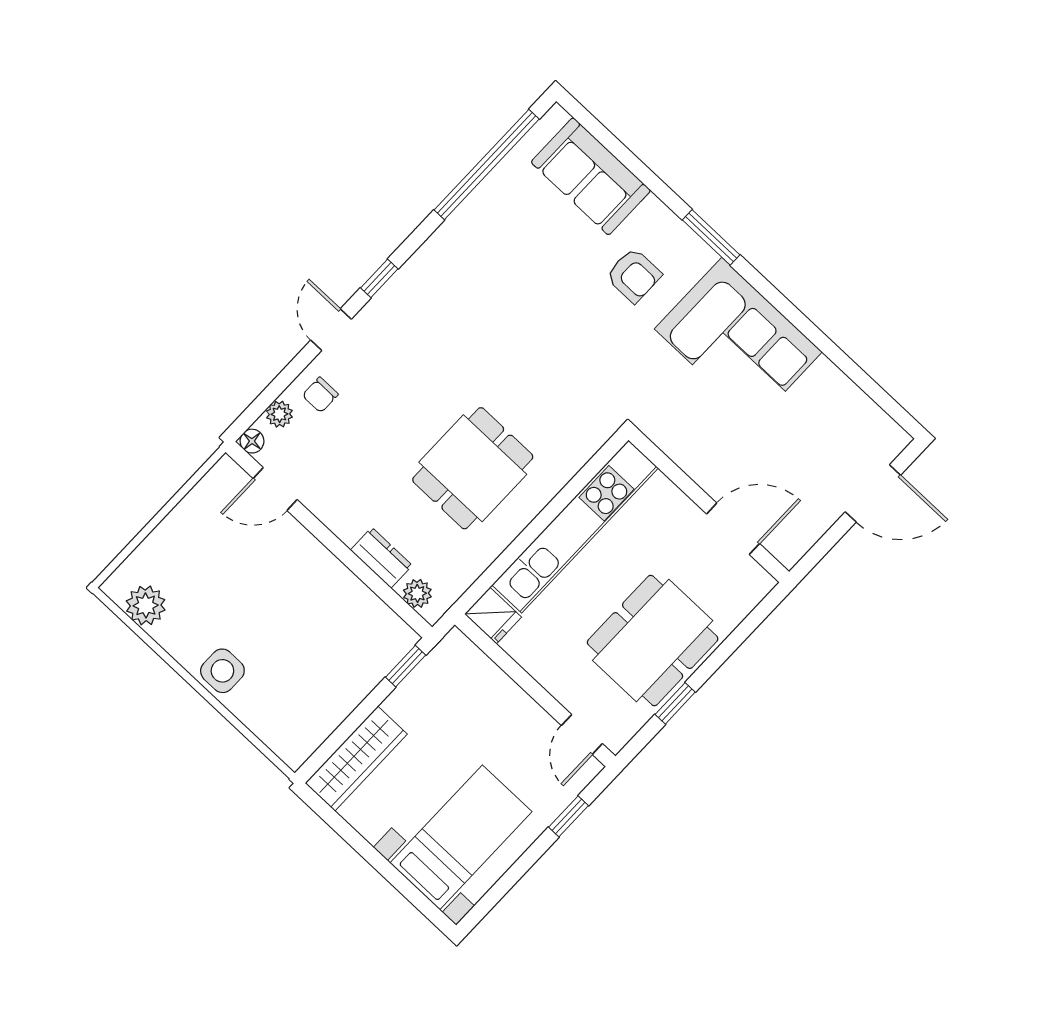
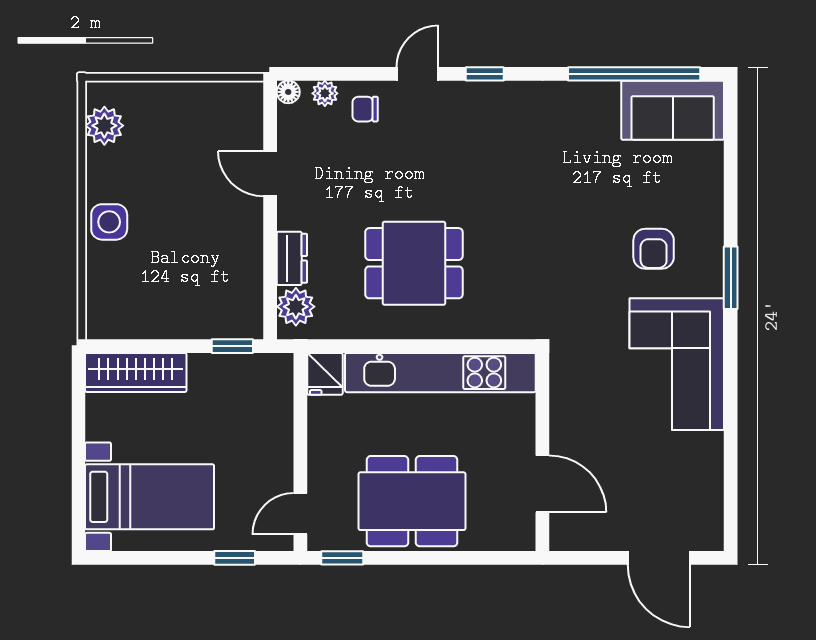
sofa: (591, 176) -> (673, 110), moved, turned -90
door: (275, 489) -> (270, 174), moved
plant: (417, 593) -> (296, 307), width x1.38, depth x1.38
window: (675, 703) -> (342, 558), moved

